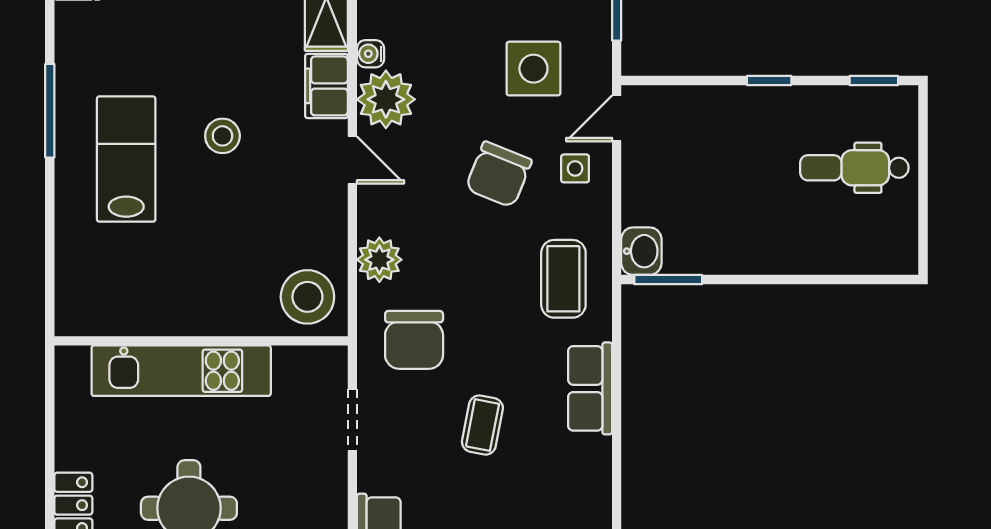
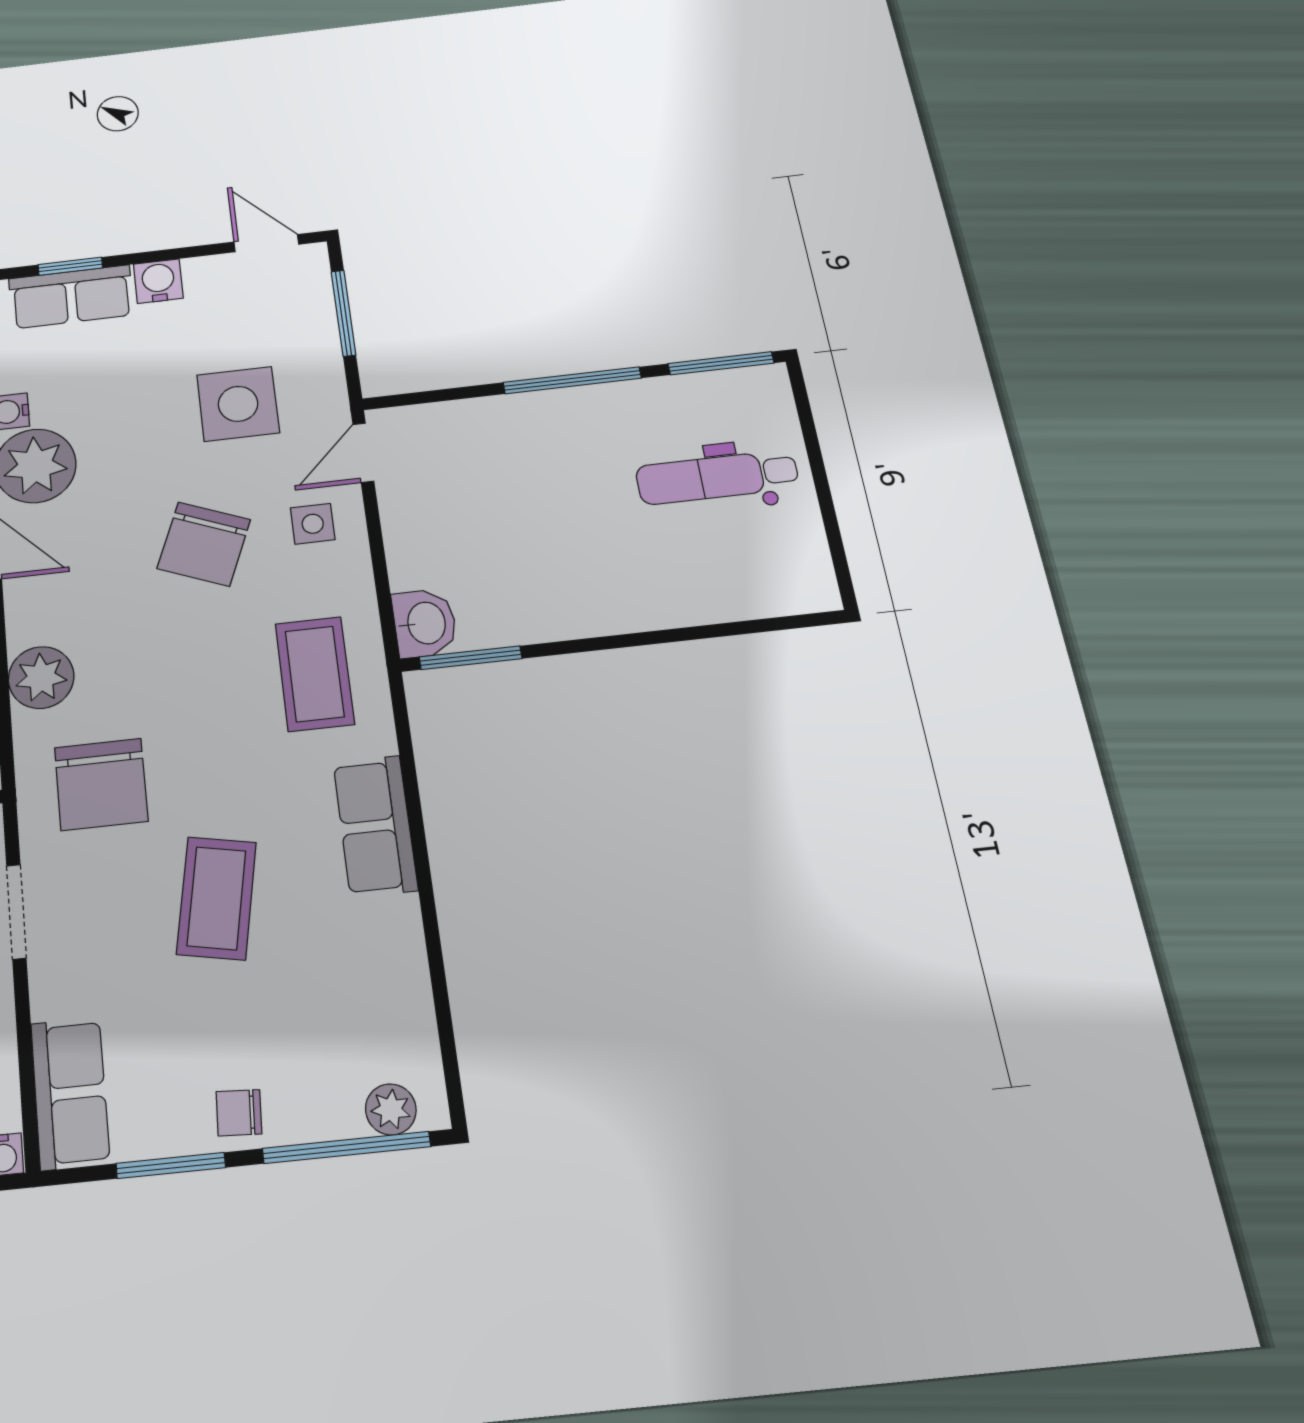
window: (769, 80) -> (572, 380), width x2.17
window: (874, 80) -> (721, 363), width x1.50
coffee table: (482, 425) -> (216, 898), width x1.36, depth x1.30

